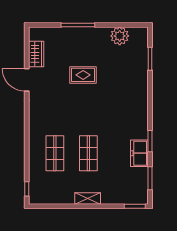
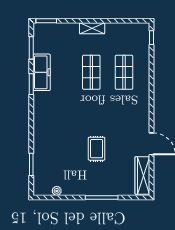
plant: (120, 36) -> (57, 191), width x0.53, depth x0.53
wardrobe: (36, 54) -> (142, 175), width x1.50
rug: (83, 75) -> (97, 149), turned 90
freezer: (139, 153) -> (42, 72), width x1.40

